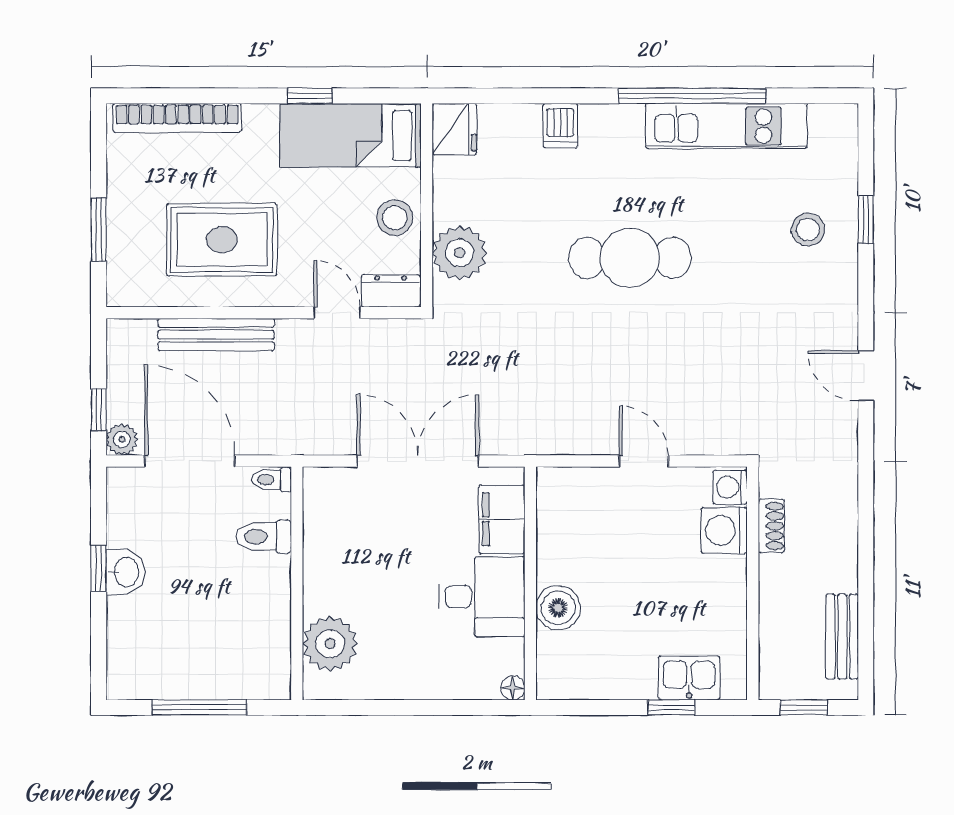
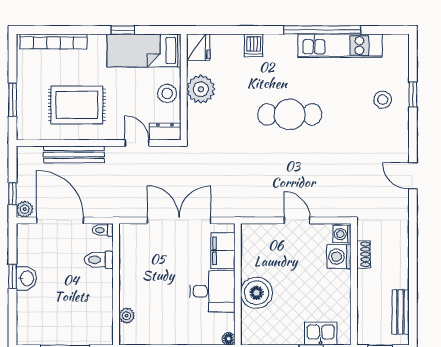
plant: (459, 253) -> (201, 89), moved
boiler: (558, 608) -> (257, 293), width x1.37, depth x1.37
plant: (330, 644) -> (127, 316), width x0.53, depth x0.53

